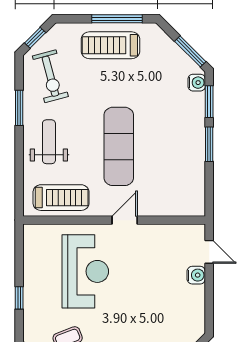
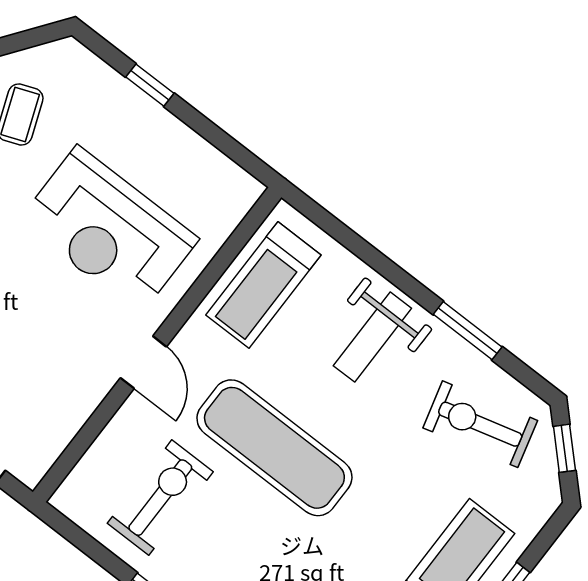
weight bench: (49, 142) -> (372, 337), turned 90
exercise bike: (170, 175) -> (160, 498), added

